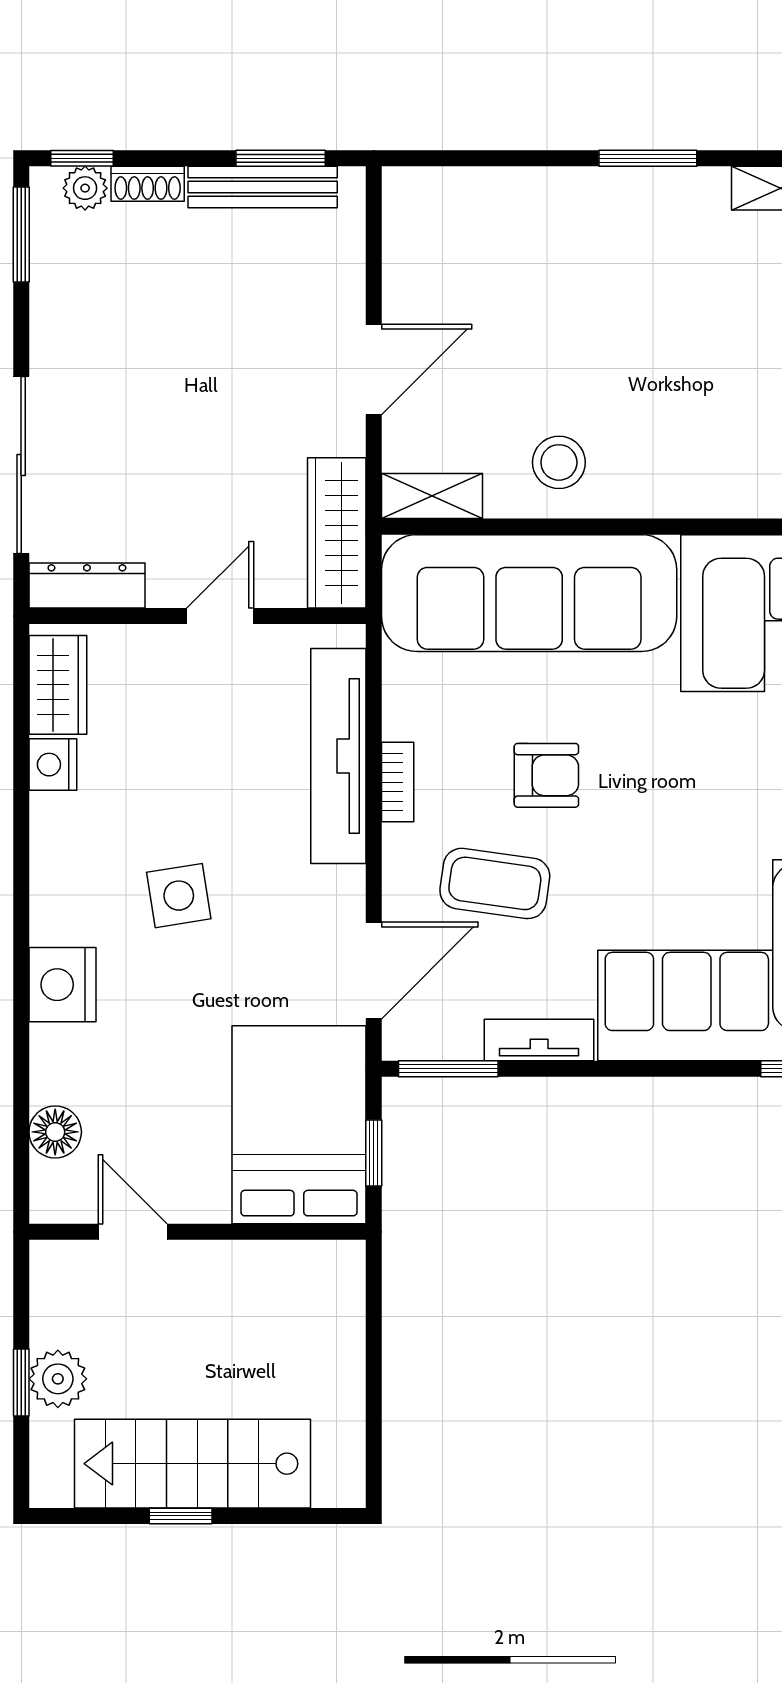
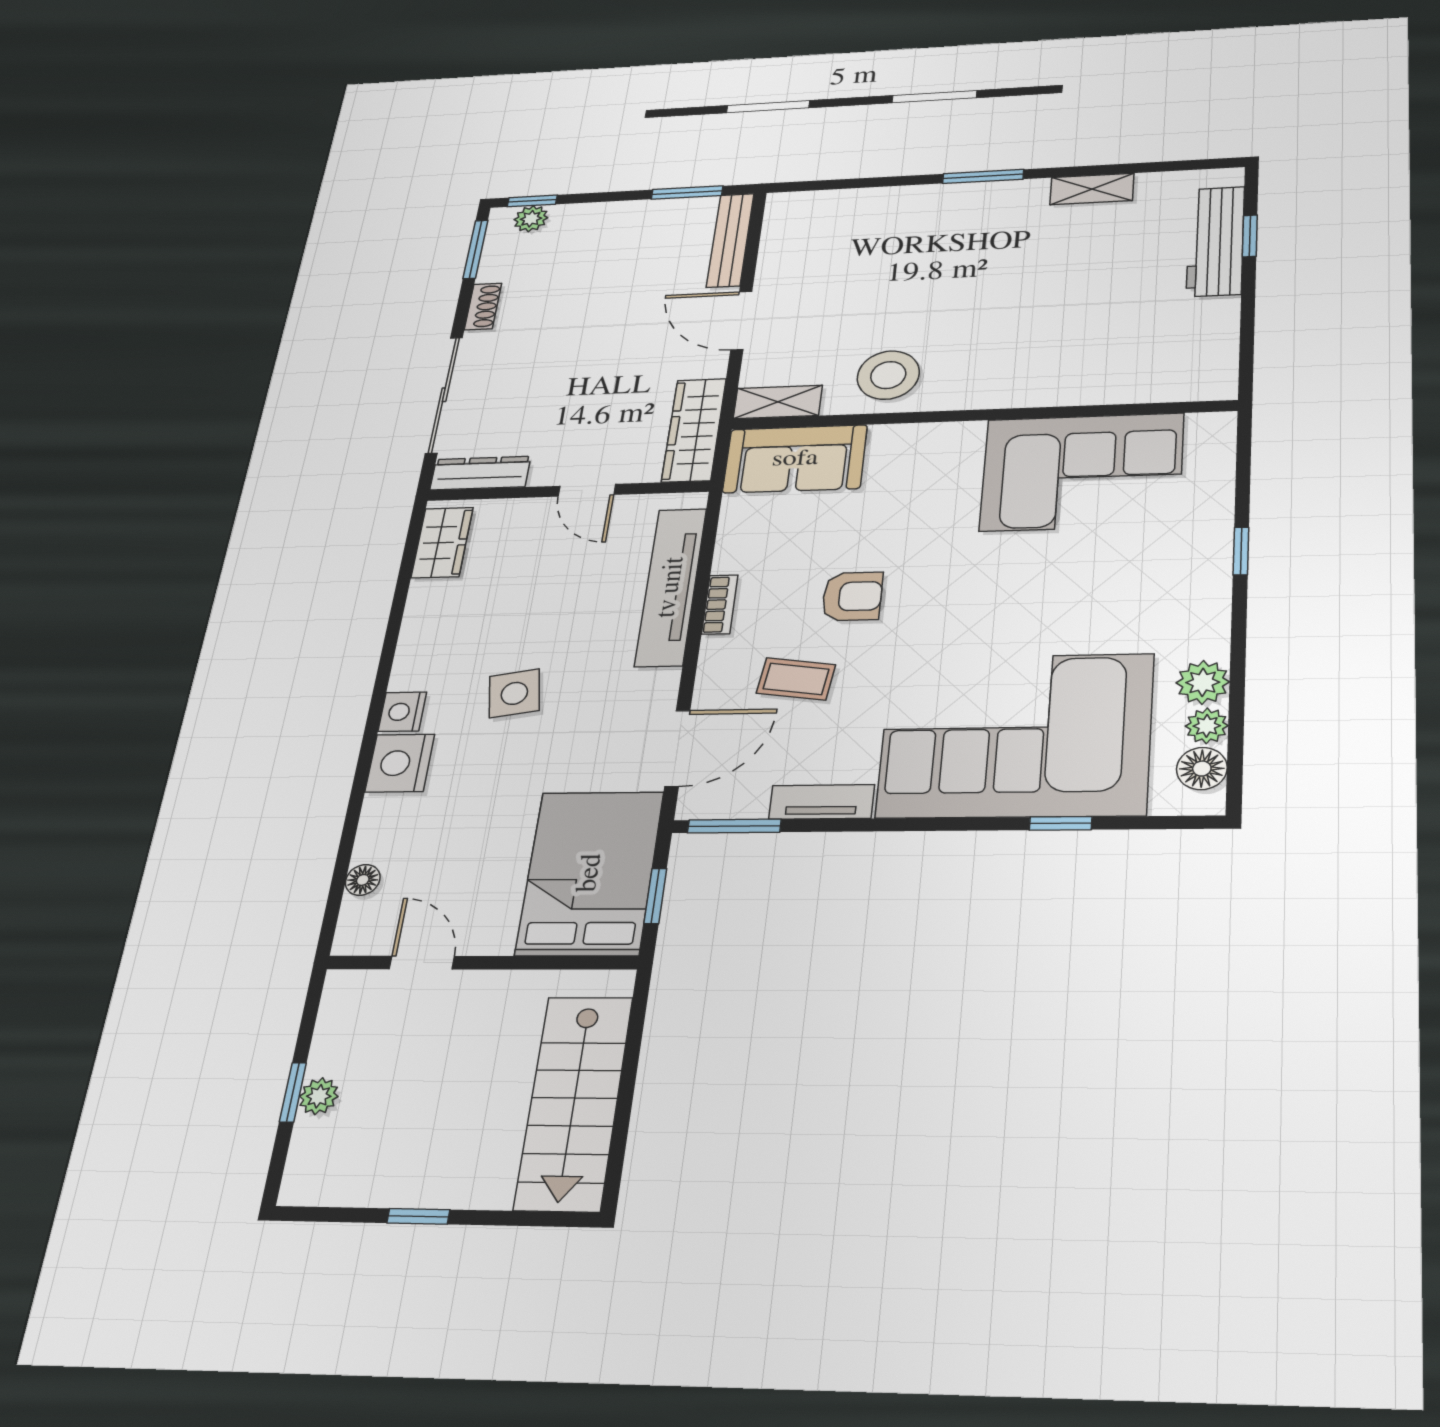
shoe rack: (148, 184) -> (483, 306), moved, turned -90
bench: (263, 187) -> (730, 240), moved, turned 90
door: (374, 369) -> (741, 321), swing flipped
stool: (559, 462) -> (888, 375), width x1.38, depth x1.38
sofa: (529, 593) -> (795, 459), width x0.54, depth x0.79
door: (220, 616) -> (587, 490), swing flipped
nightstand: (53, 765) -> (402, 712), moved
coffee table: (495, 883) -> (796, 679), width x0.73, depth x0.77
floor lamp: (55, 1132) -> (363, 880), width x0.73, depth x0.73
plant: (58, 1379) -> (319, 1096), width x0.73, depth x0.73
stairs: (193, 1464) -> (574, 1102), moved, turned -90

